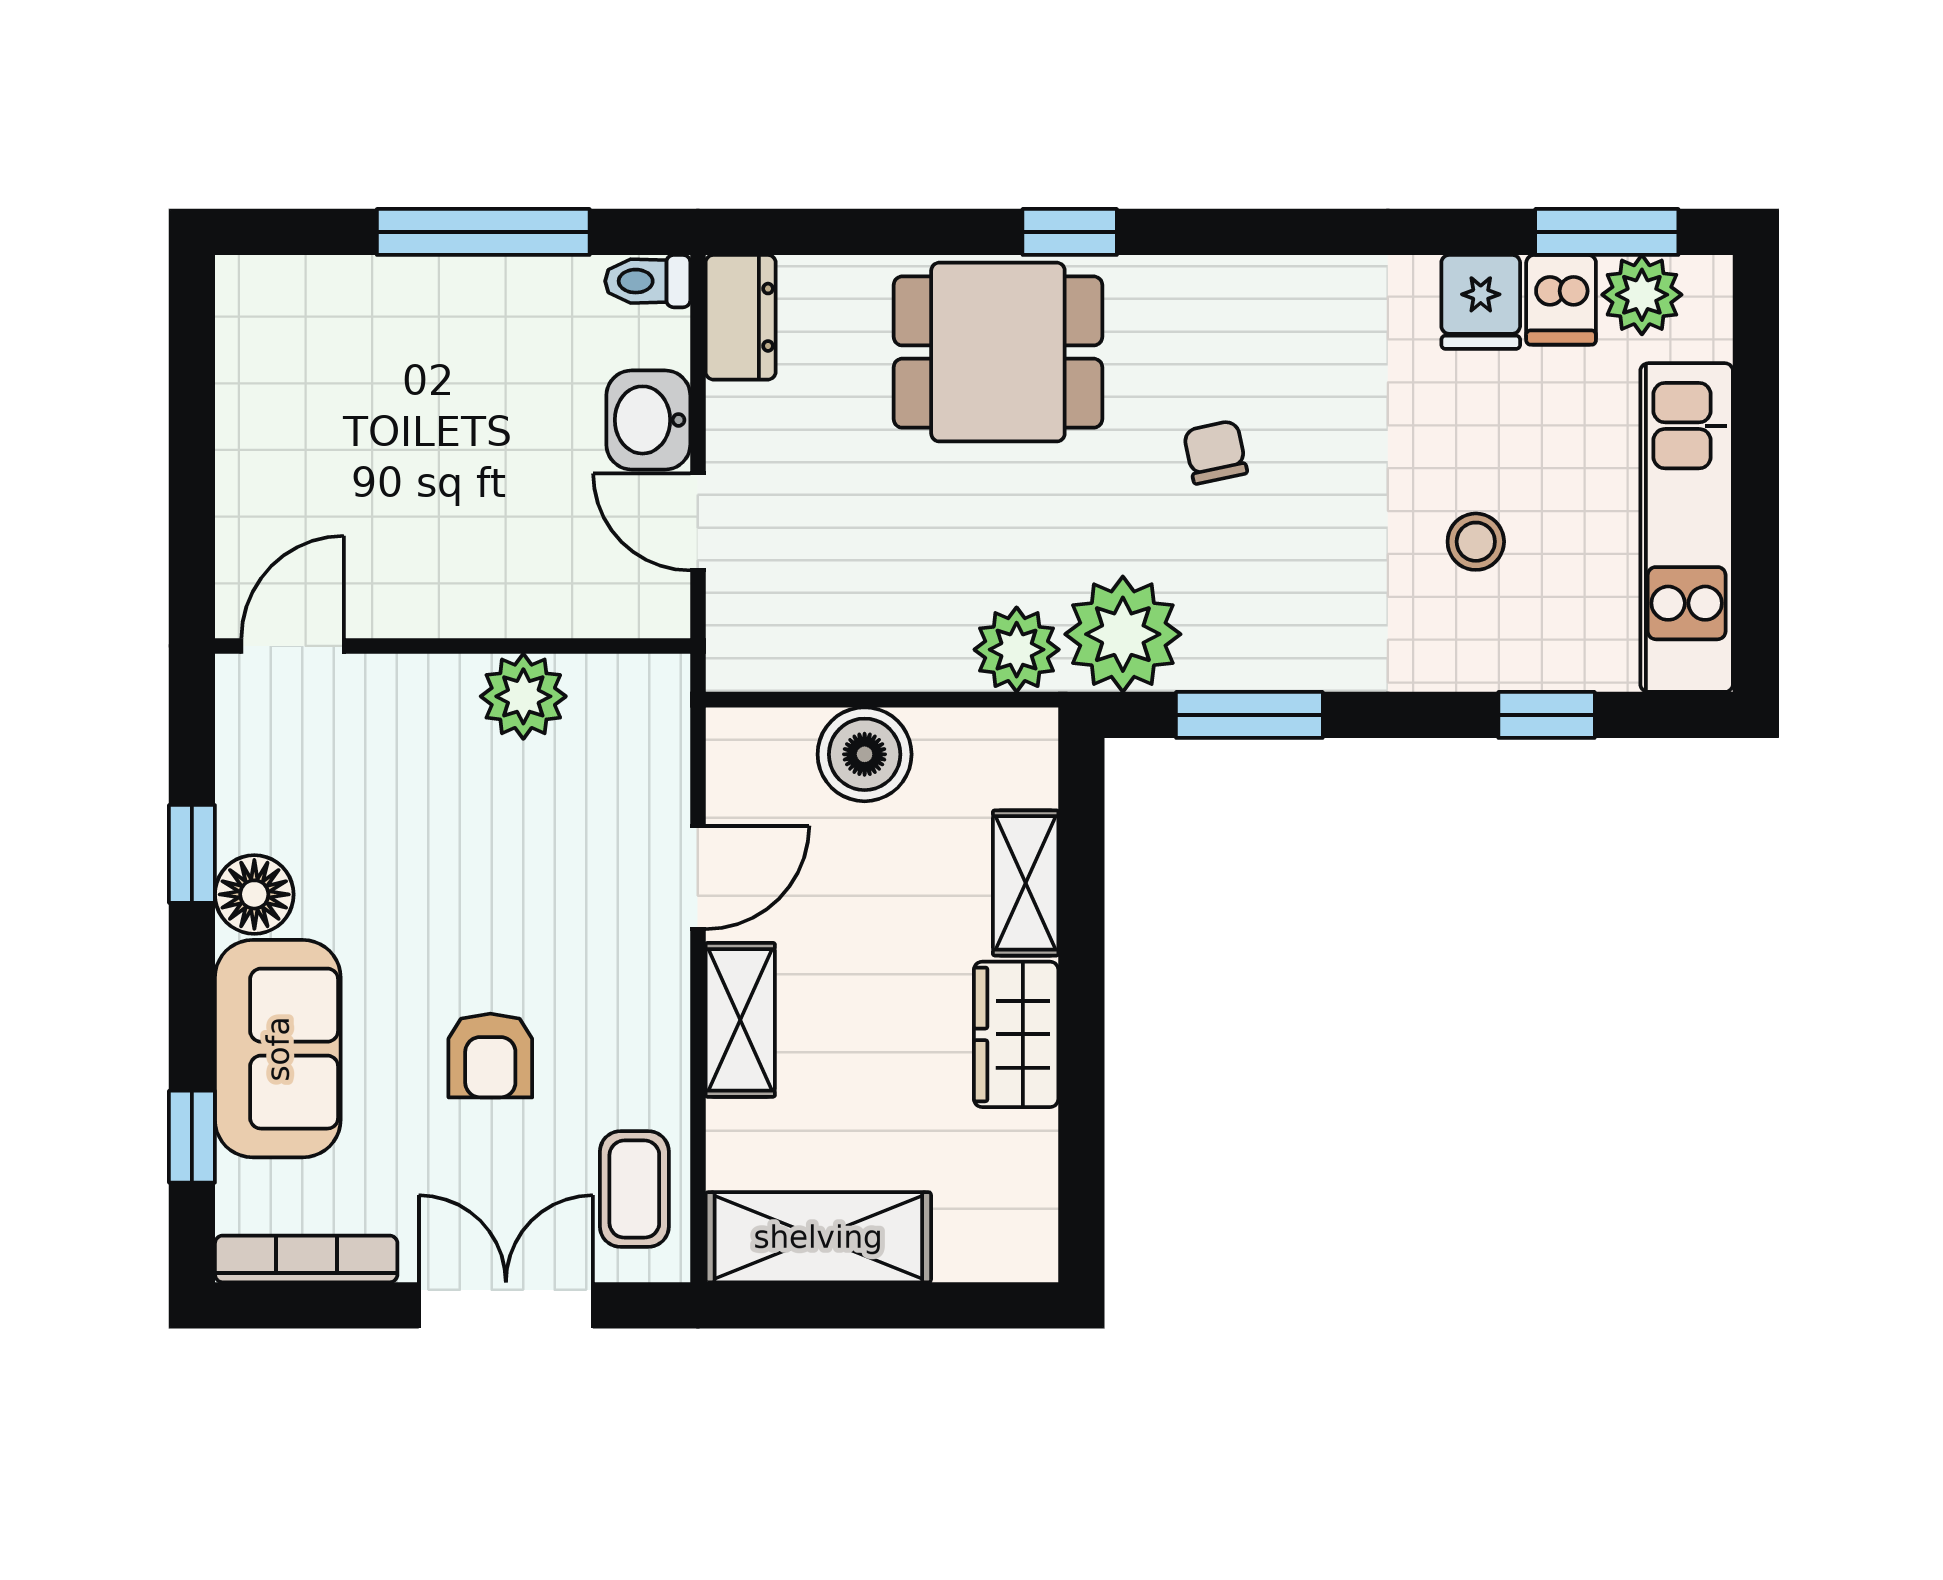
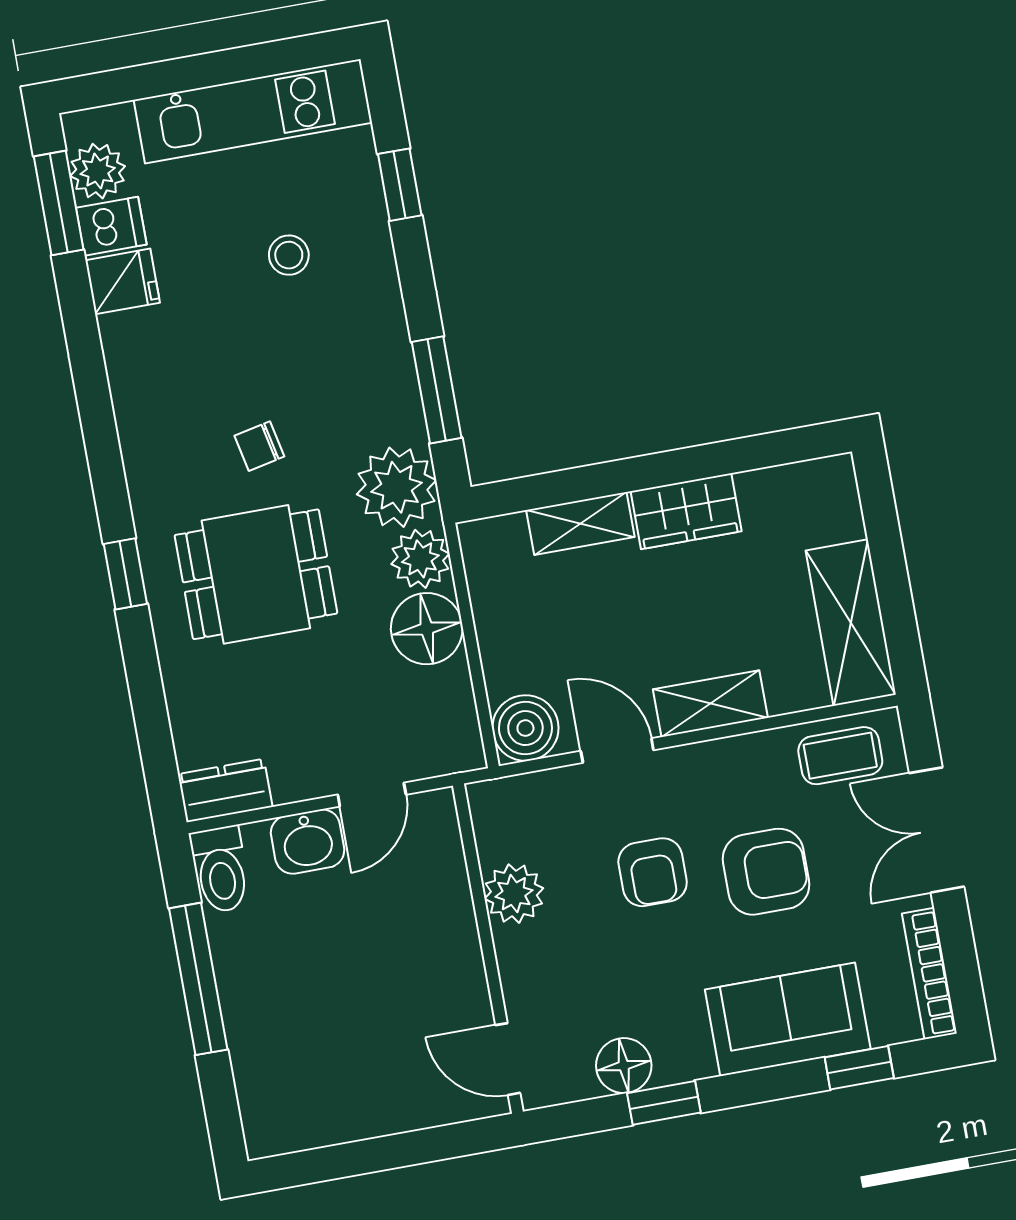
toilet: (648, 281) -> (221, 869), width x1.37, depth x1.39
dining table: (998, 352) -> (256, 574), moved, turned 90
floor lamp: (917, 641) -> (427, 629), added
boiler: (865, 754) -> (525, 728), moved
floor lamp: (254, 894) -> (624, 1066), moved
armchair: (518, 896) -> (653, 872), added
armchair: (490, 1055) -> (766, 872), width x1.38, depth x1.38

